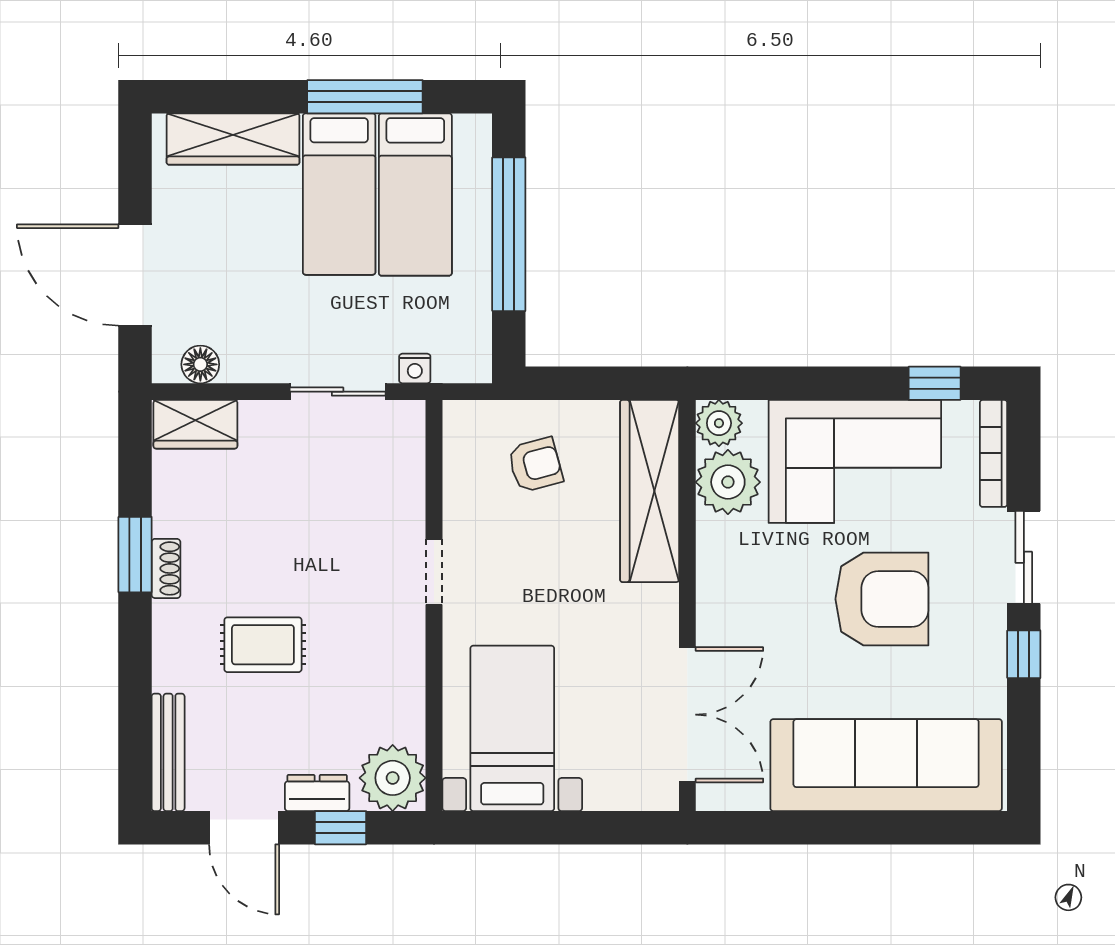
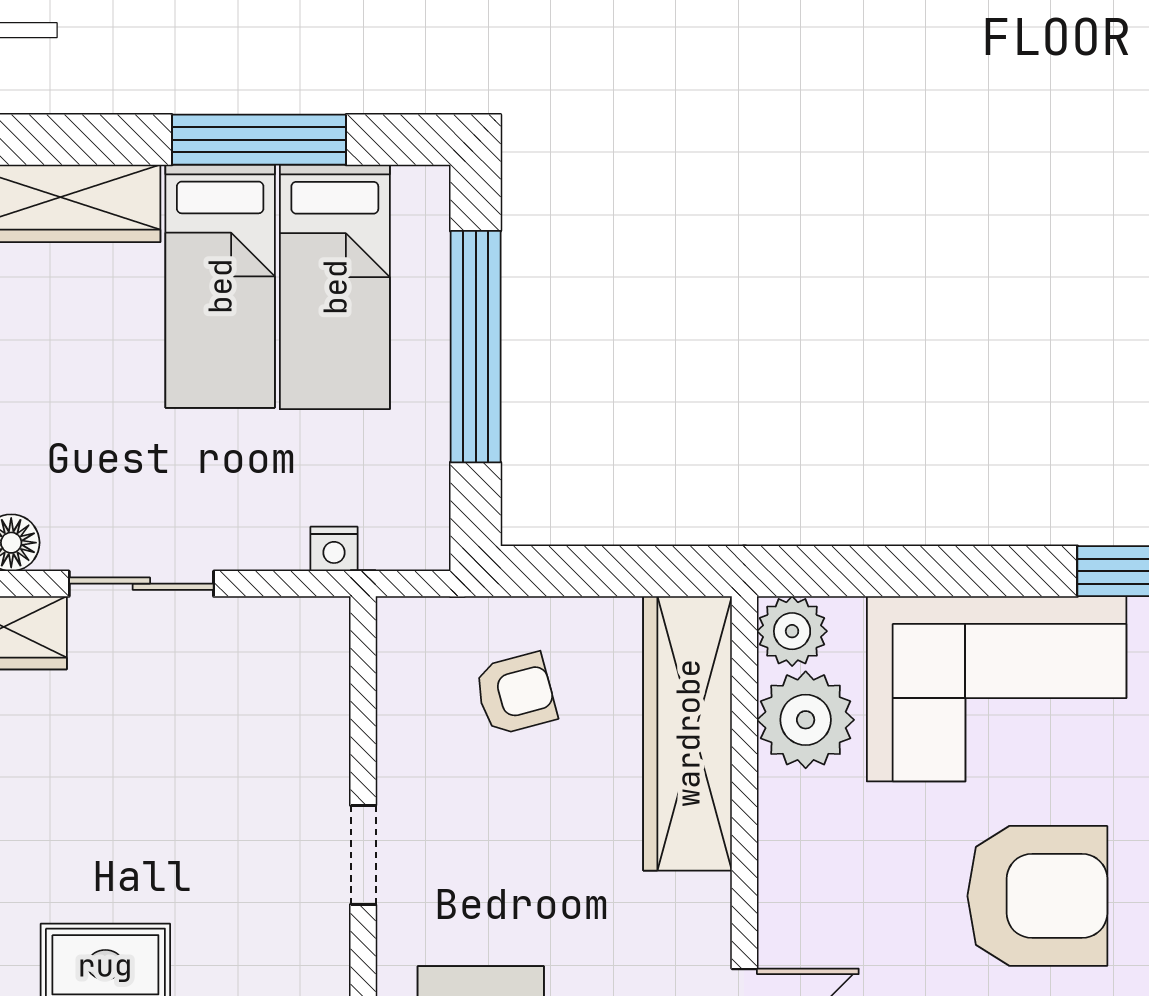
sliding door: (338, 392) -> (141, 584), moved

